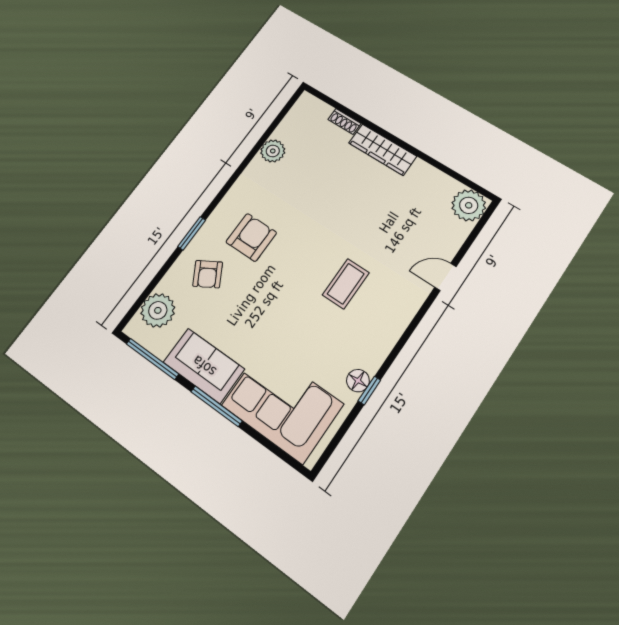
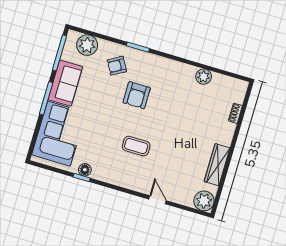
wardrobe: (383, 150) -> (217, 165), moved
armchair: (251, 237) -> (137, 95), moved, turned 90

